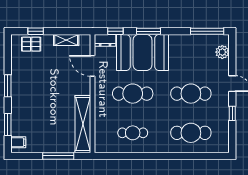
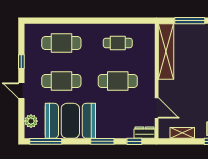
booth: (142, 52) -> (70, 121), moved

